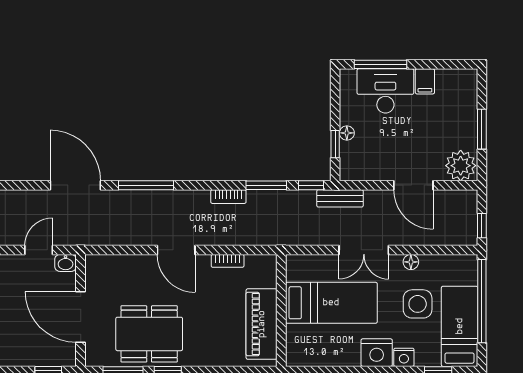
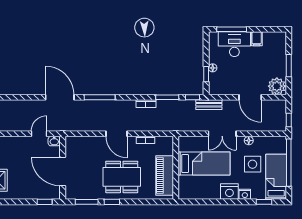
dining table: (149, 334) -> (122, 177), moved

